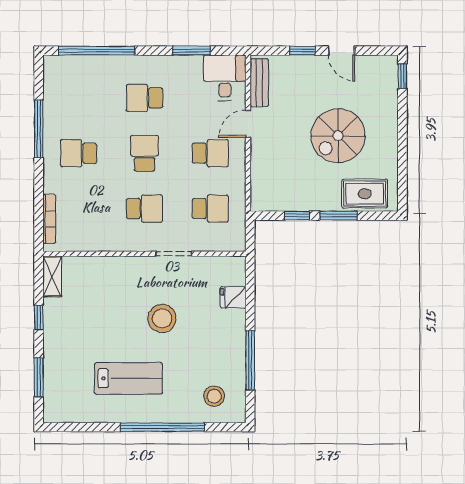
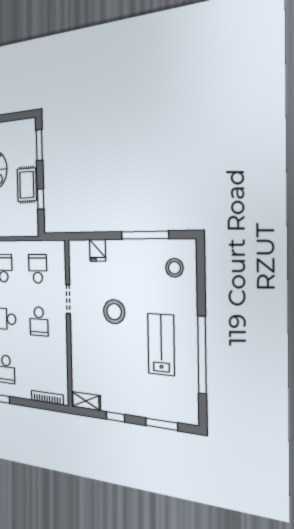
rug: (365, 194) -> (27, 185), moved
school desk: (144, 209) -> (39, 321), turned 180
window: (339, 216) -> (39, 145), moved
window: (162, 427) -> (202, 355), moved

